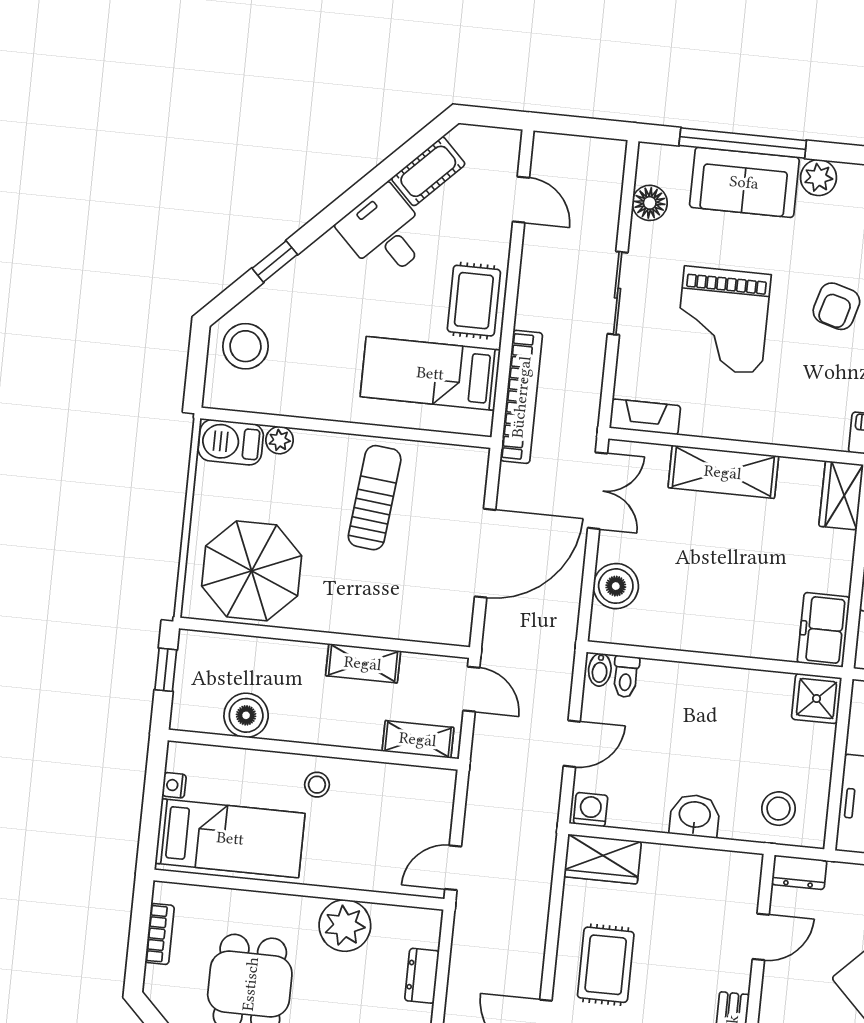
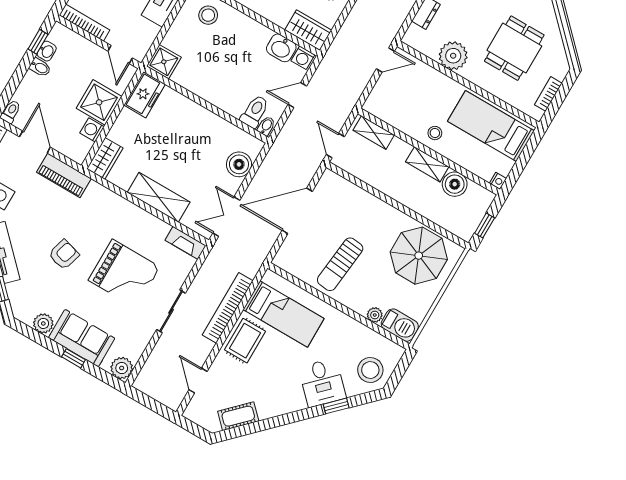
window: (743, 143) -> (74, 358), width x0.32
plant: (656, 163) -> (122, 368), added
floor lamp: (650, 203) -> (134, 349), removed
desk: (385, 232) -> (322, 383), moved
grand piano: (723, 320) -> (124, 274), turned 90
bookcase: (521, 397) -> (228, 308), moved
shelving: (363, 663) -> (427, 164), moved
toilet: (626, 677) -> (255, 112), width x1.37, depth x1.39
nightstand: (174, 785) -> (498, 181), moved
washbasin: (695, 816) -> (281, 48), moved

